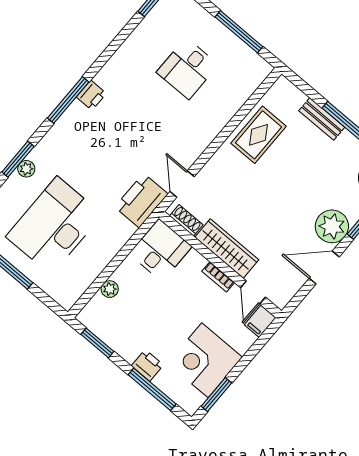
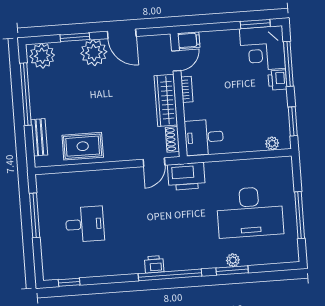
window: (68, 100) -> (170, 275), width x1.46
bench: (322, 119) -> (39, 137), moved
plant: (110, 289) -> (272, 143), moved
corner desk: (205, 360) -> (262, 48), moved, turned 90

